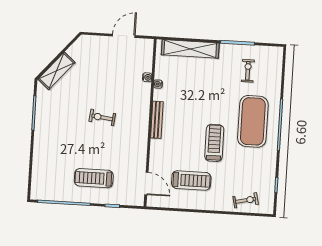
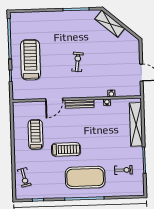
treadmill: (94, 178) -> (30, 60), width x1.37, depth x1.38
treadmill: (191, 180) -> (36, 134), turned 180
door: (146, 184) -> (54, 100), moved

